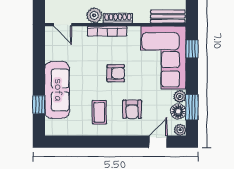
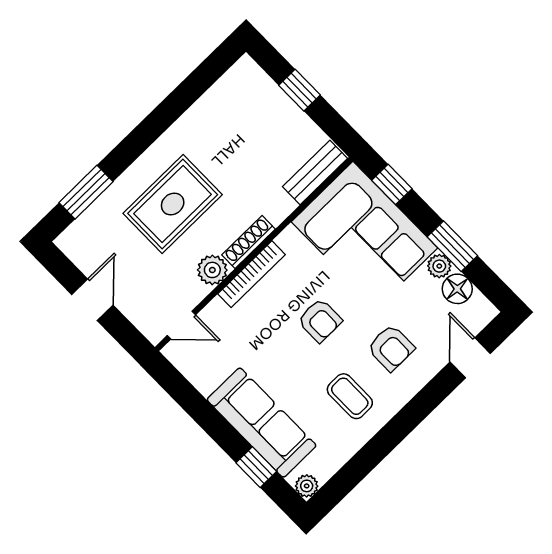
armchair: (116, 73) -> (320, 320), turned 90
window: (192, 107) -> (452, 246), moved
plant: (180, 130) -> (307, 486), moved

